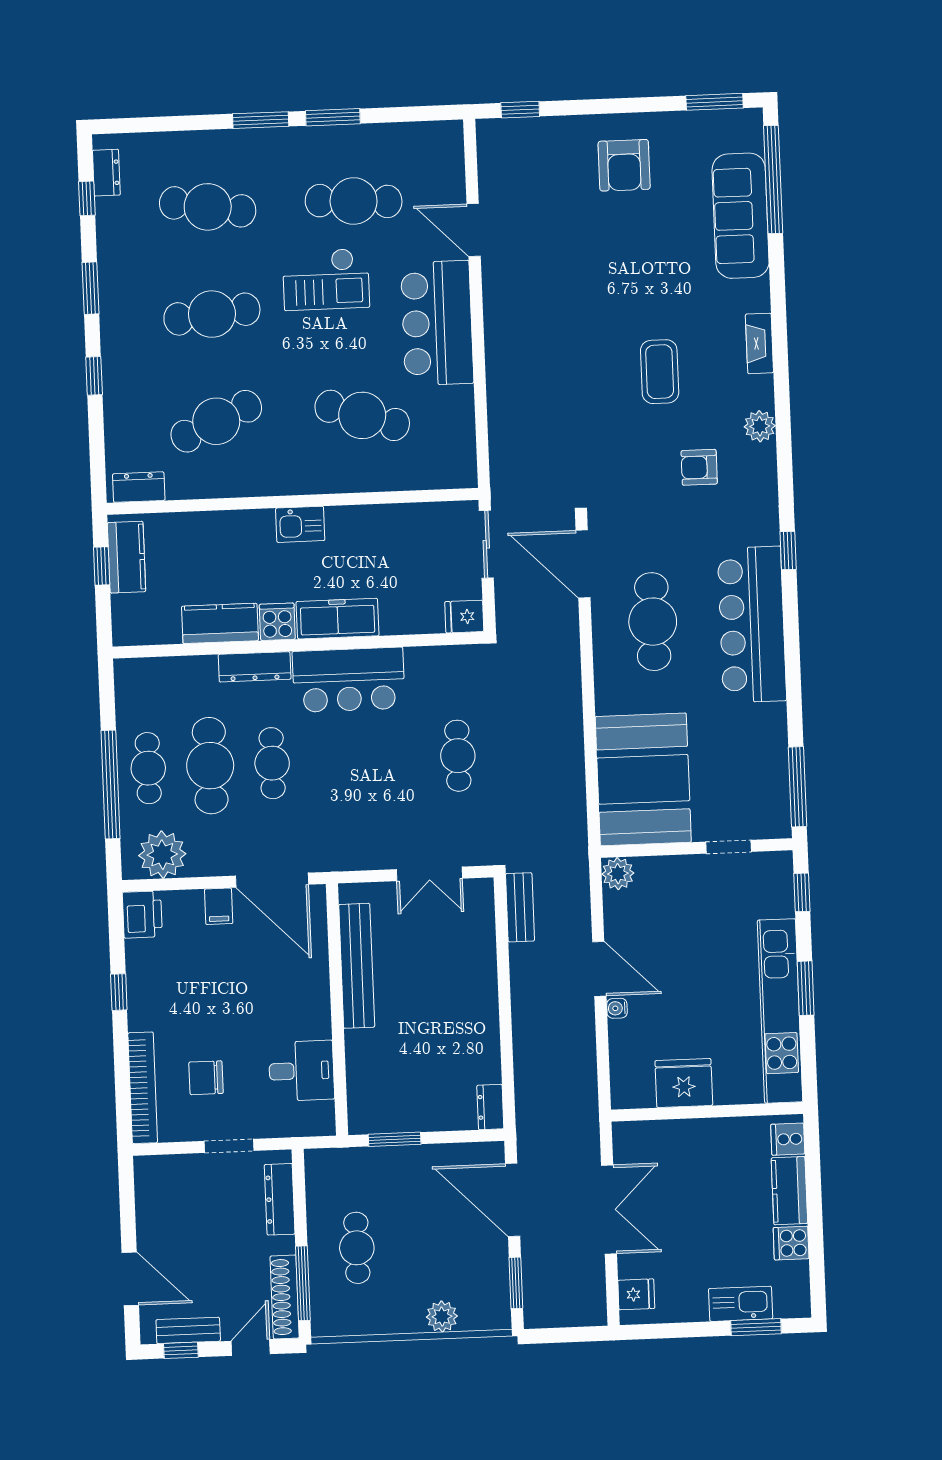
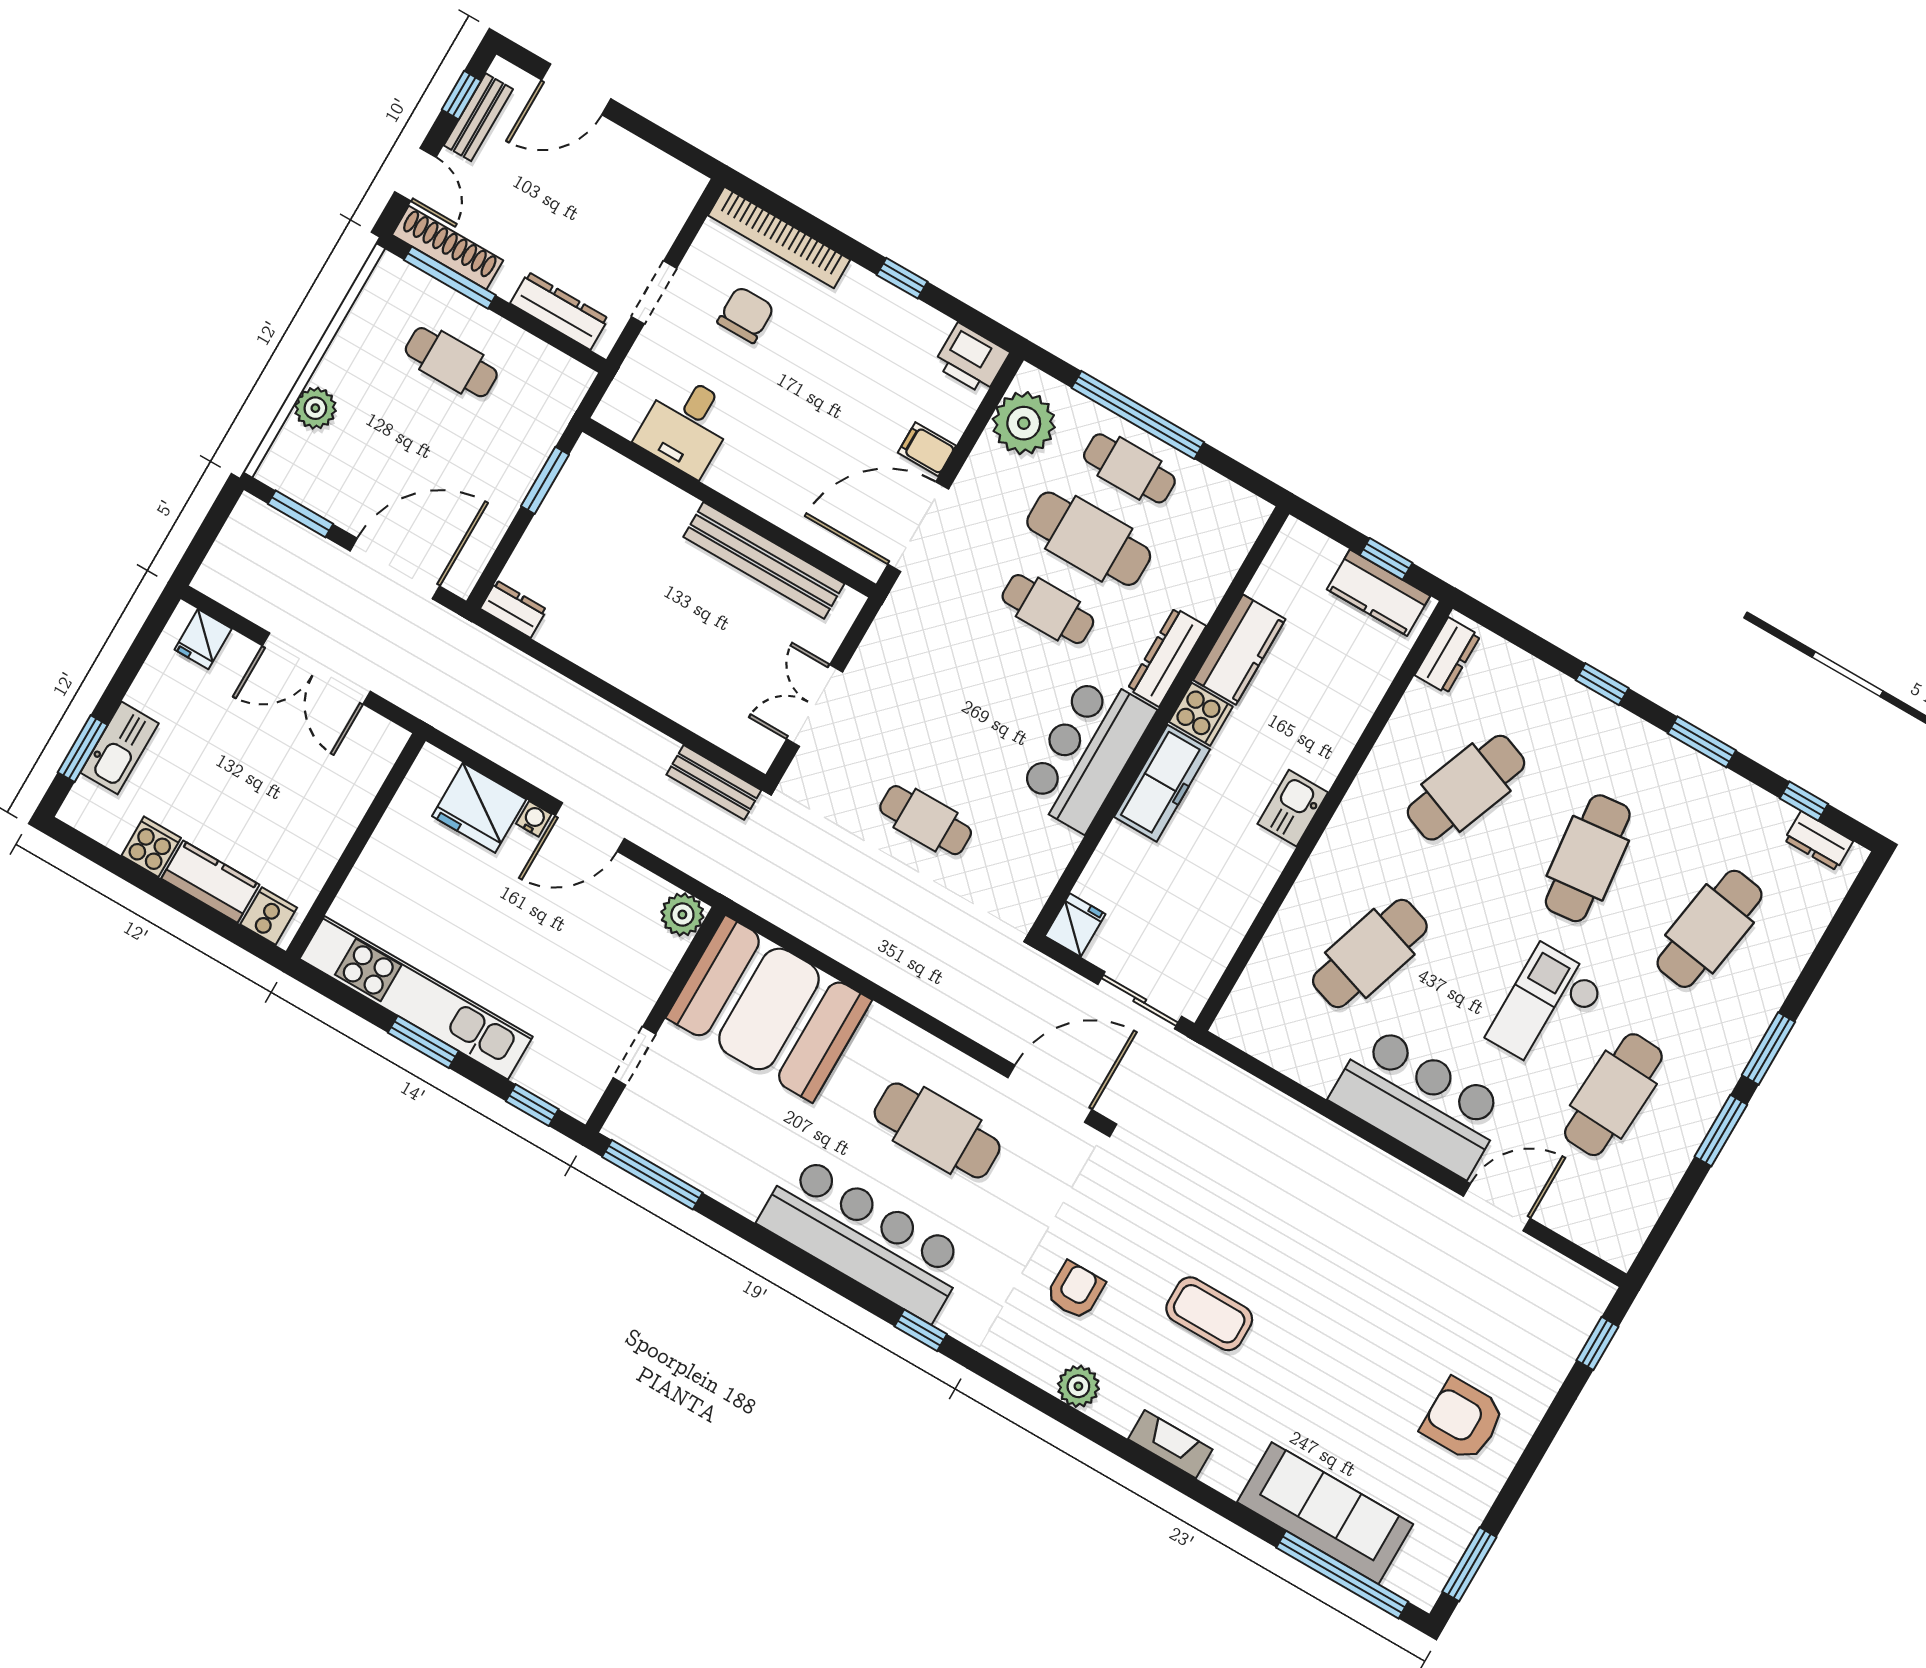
cafe table: (216, 421) -> (1466, 788), turned 45
fridge: (684, 1083) -> (479, 808), moved, turned 90

